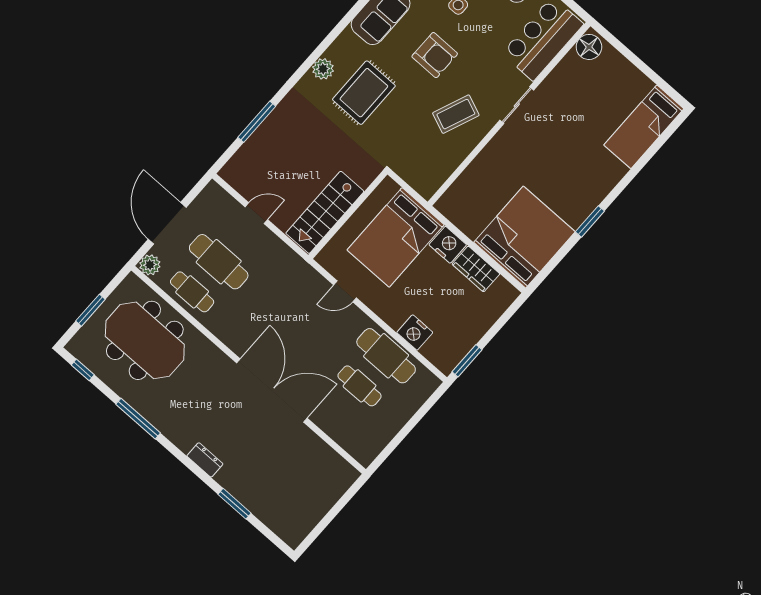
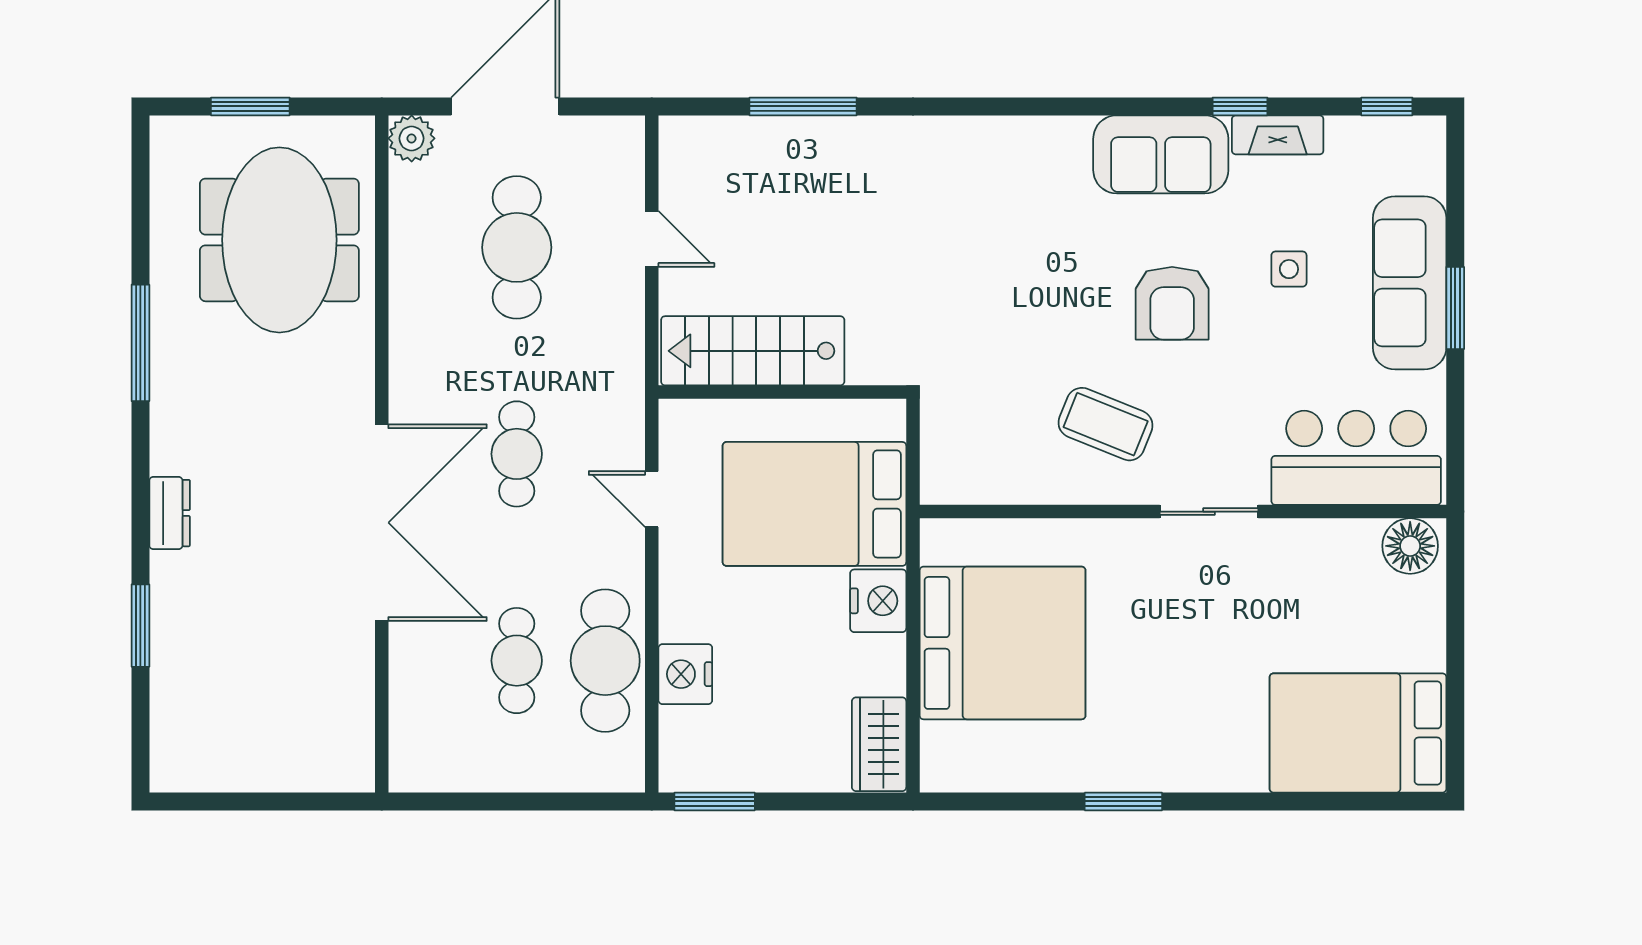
plant: (323, 69) -> (987, 139), removed
rug: (364, 93) -> (1007, 241), removed
bed: (644, 127) -> (1358, 733), width x1.50
bed: (525, 237) -> (1003, 643), moved
wardrobe: (476, 269) -> (879, 744), moved
cafe table: (192, 292) -> (517, 454), moved
window: (83, 370) -> (140, 180), removed

